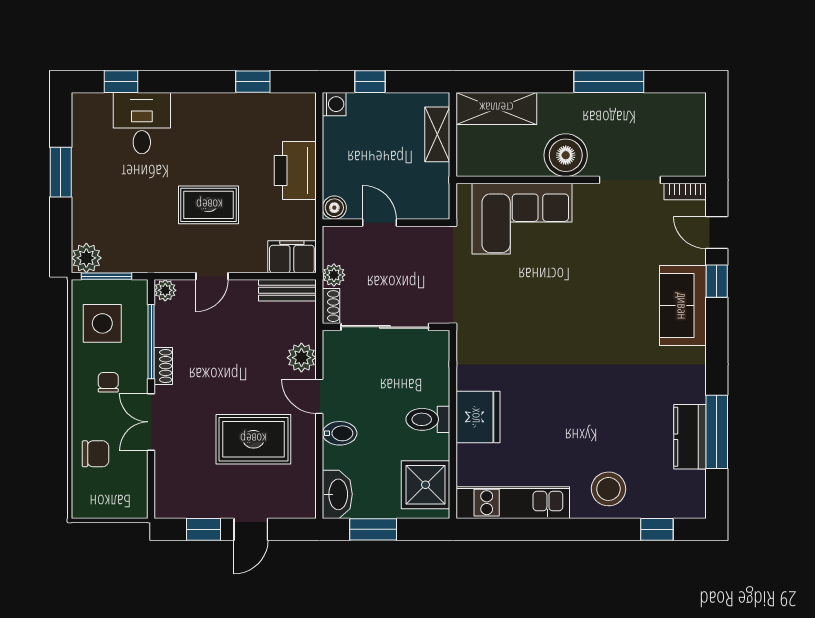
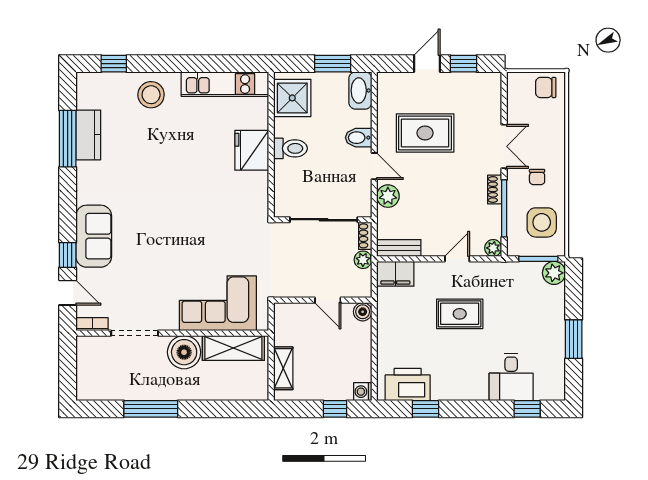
shelving: (496, 108) -> (233, 348), moved
printer: (295, 170) -> (408, 385), moved, turned -90
chair: (95, 454) -> (546, 87), moved

